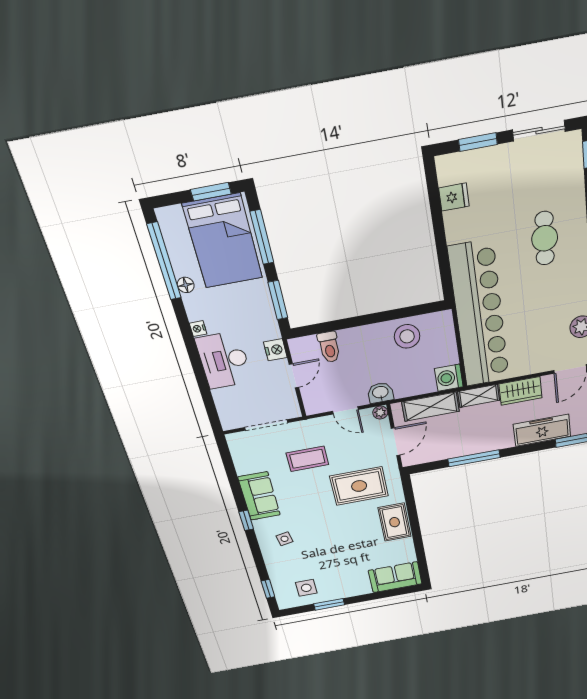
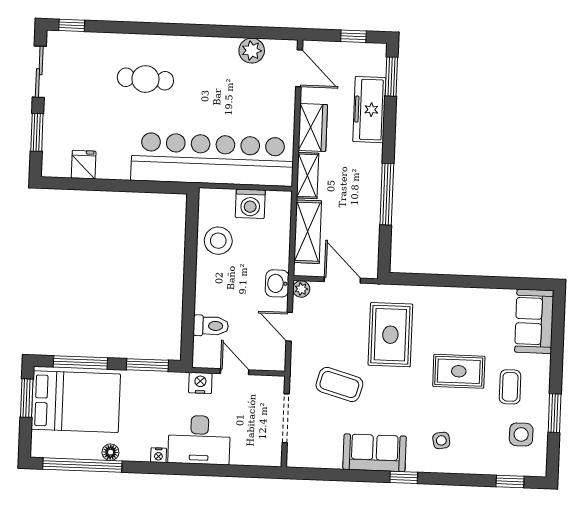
washing machine: (449, 378) -> (250, 204), moved
door: (345, 410) -> (289, 327), swing flipped
coffee table: (307, 459) -> (339, 384), turned -74
rug: (395, 522) -> (459, 371), moved
coffee table: (341, 573) -> (510, 387), added

